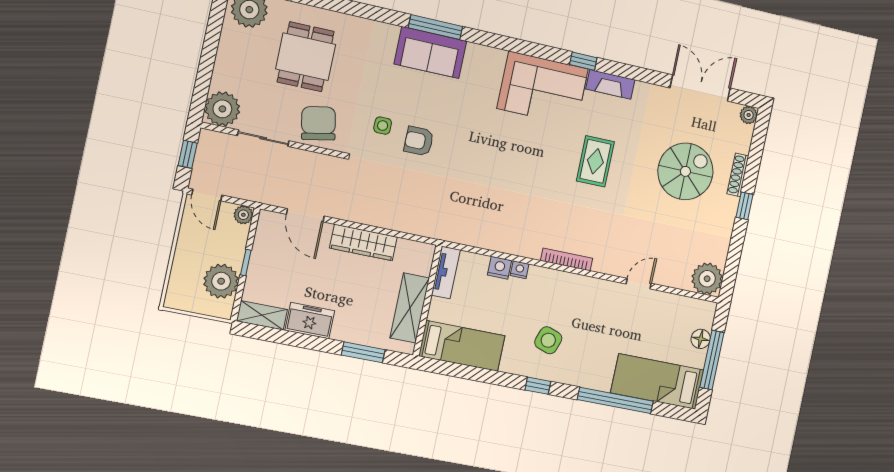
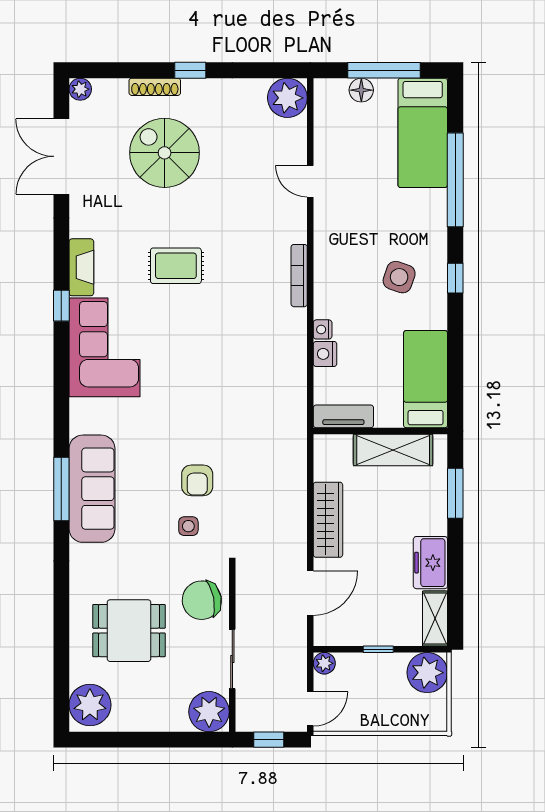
sofa: (430, 53) -> (92, 489), width x1.36
plant: (221, 281) -> (427, 673), moved

